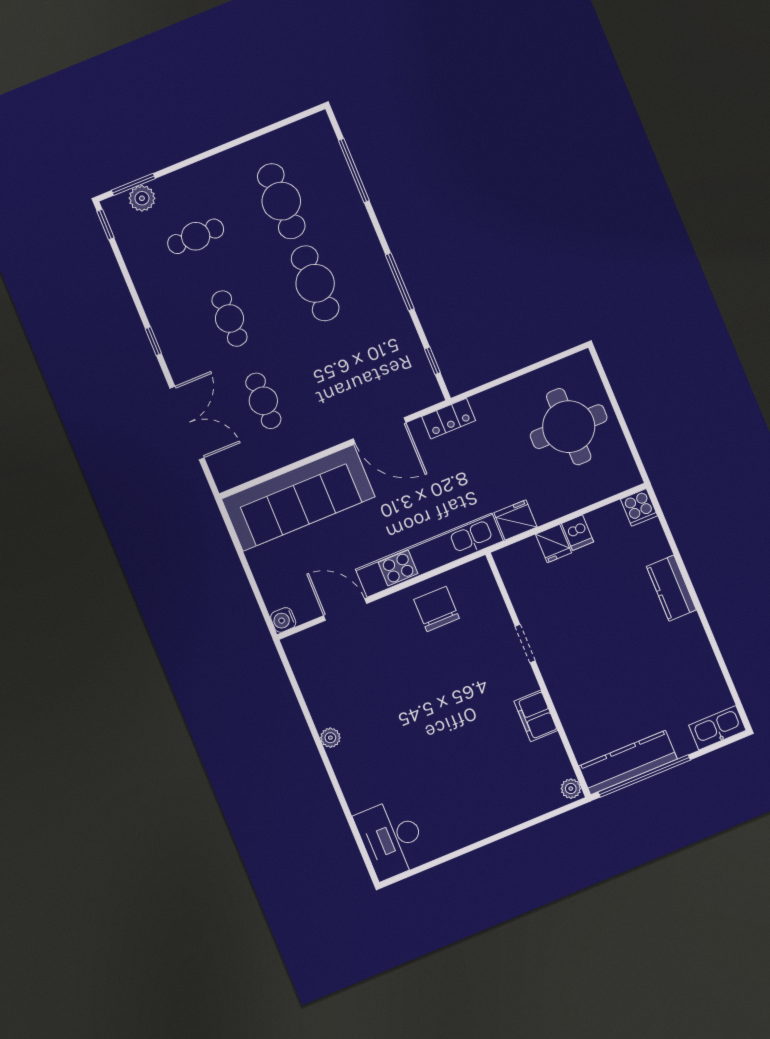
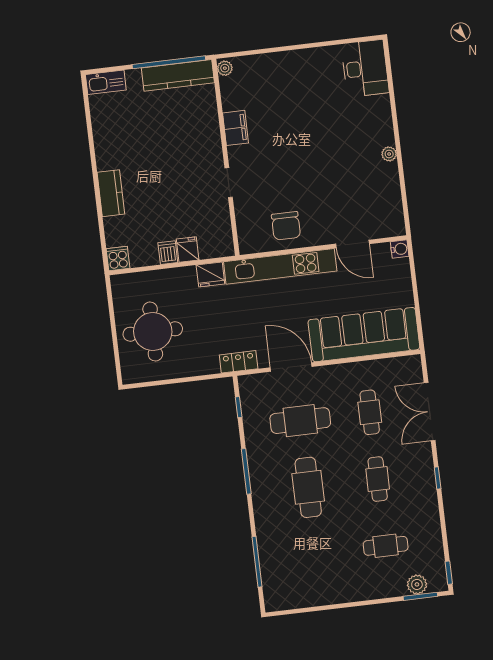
cafe table: (281, 201) -> (300, 421), moved, turned 90

